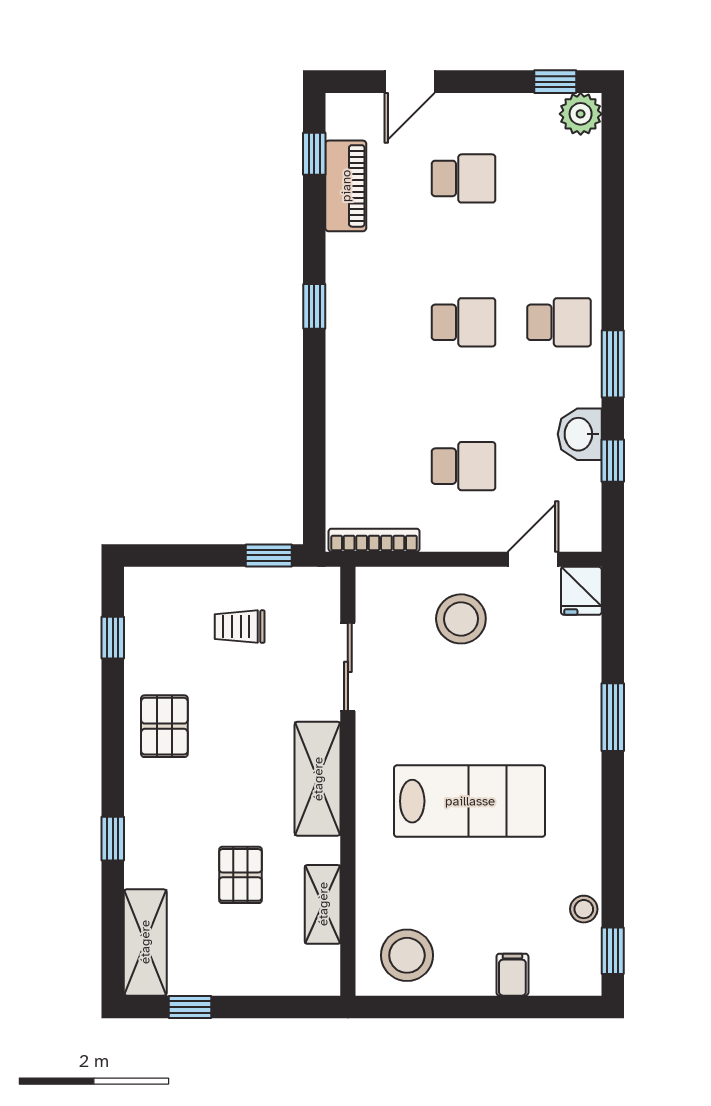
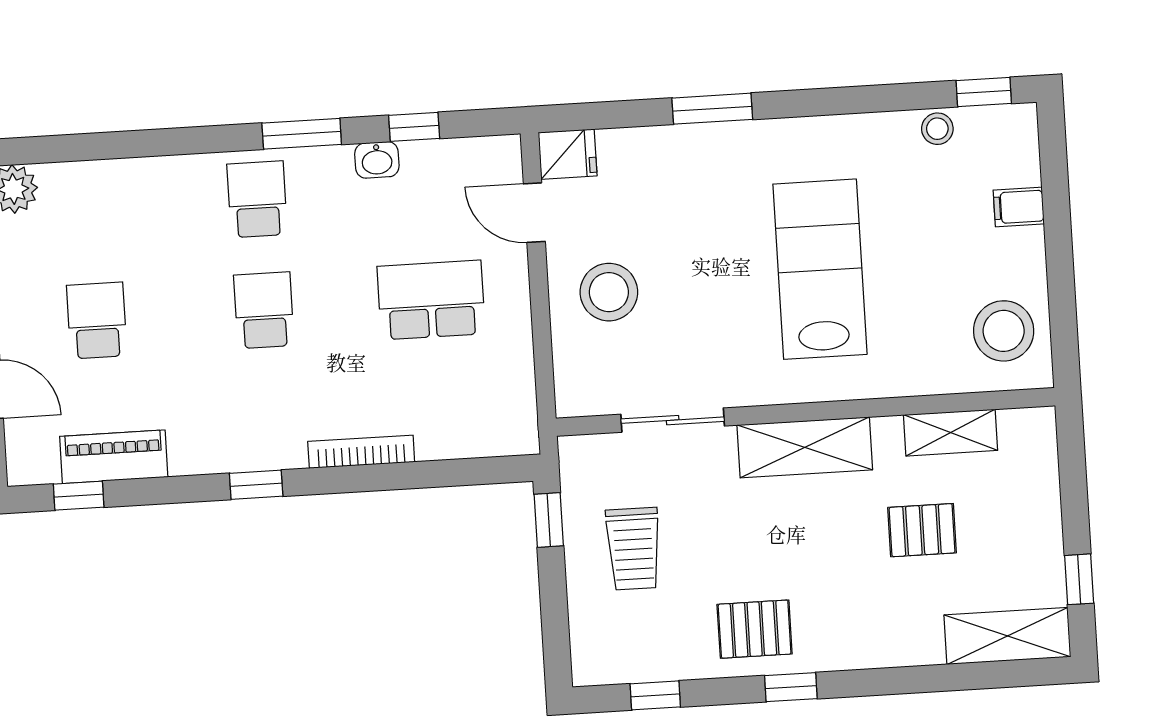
washbasin: (580, 434) -> (377, 160), width x0.72, depth x0.69
school desk: (464, 466) -> (431, 300), width x1.85
bookcase: (374, 540) -> (361, 452), moved, turned 90
trolley: (240, 627) -> (633, 549), width x1.36, depth x1.39
window: (113, 839) -> (791, 687), moved

